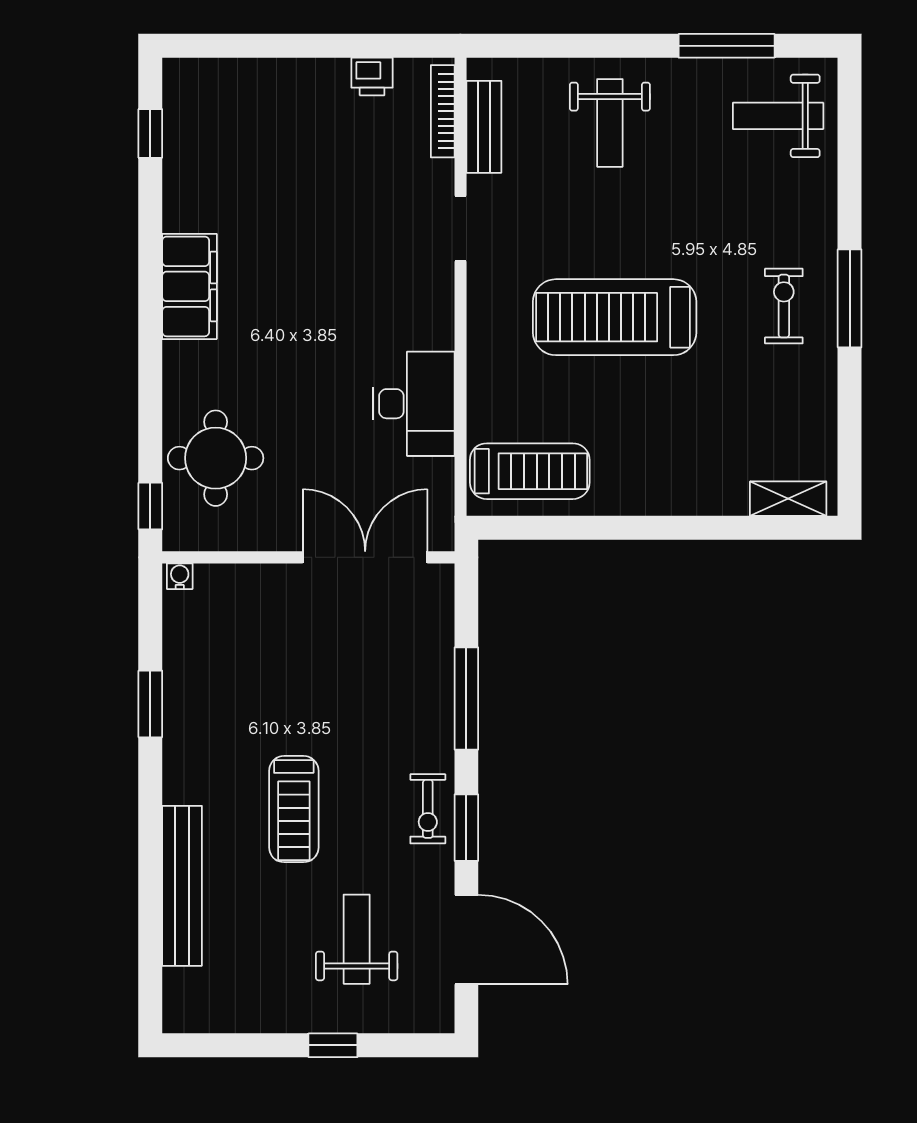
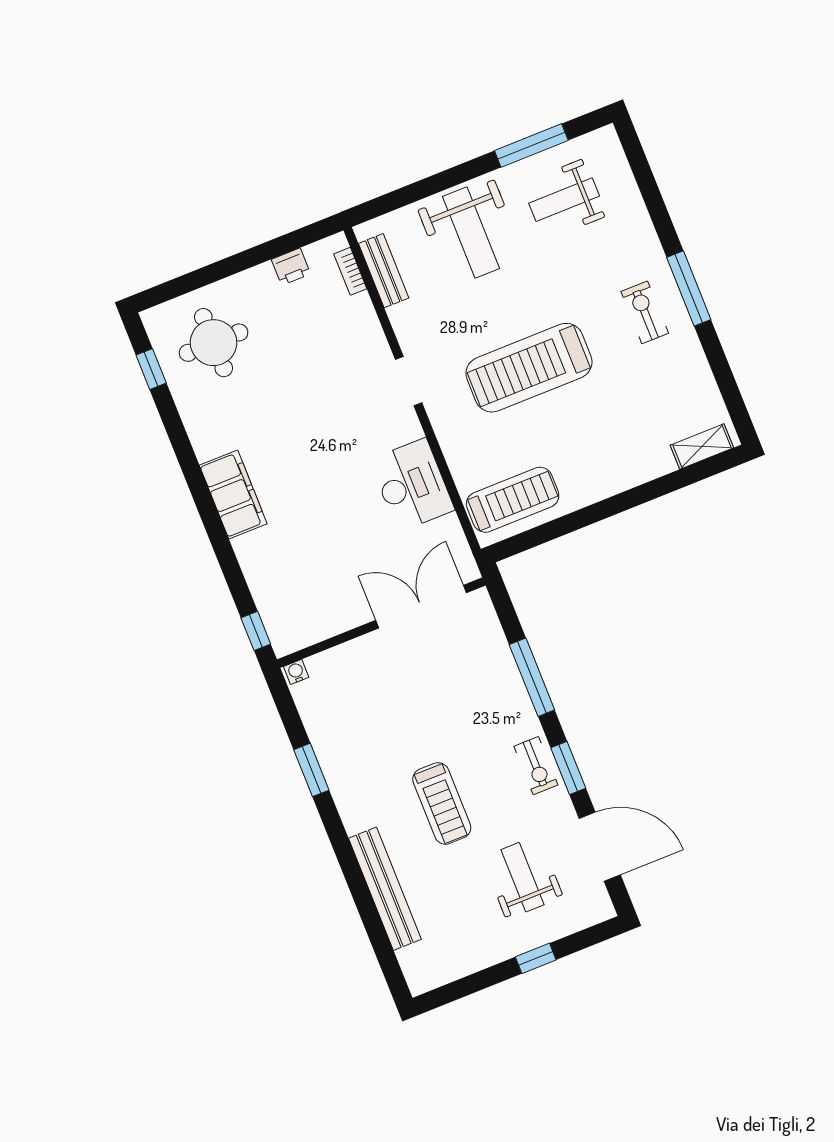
bookcase: (443, 111) -> (350, 271), width x0.64
weight bench: (778, 116) -> (564, 200), moved
weight bench: (610, 123) -> (471, 233), width x1.36, depth x1.33
doorway: (460, 229) -> (409, 381), moved
filing cabinet: (189, 286) -> (233, 494), moved
round table: (216, 458) -> (214, 343), moved

